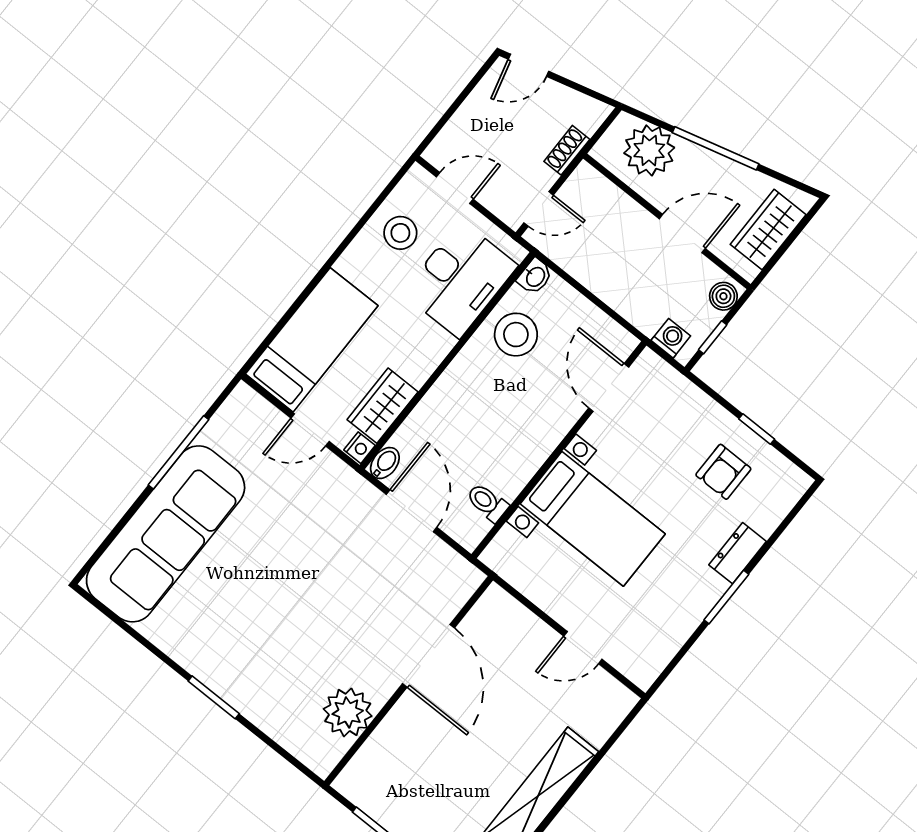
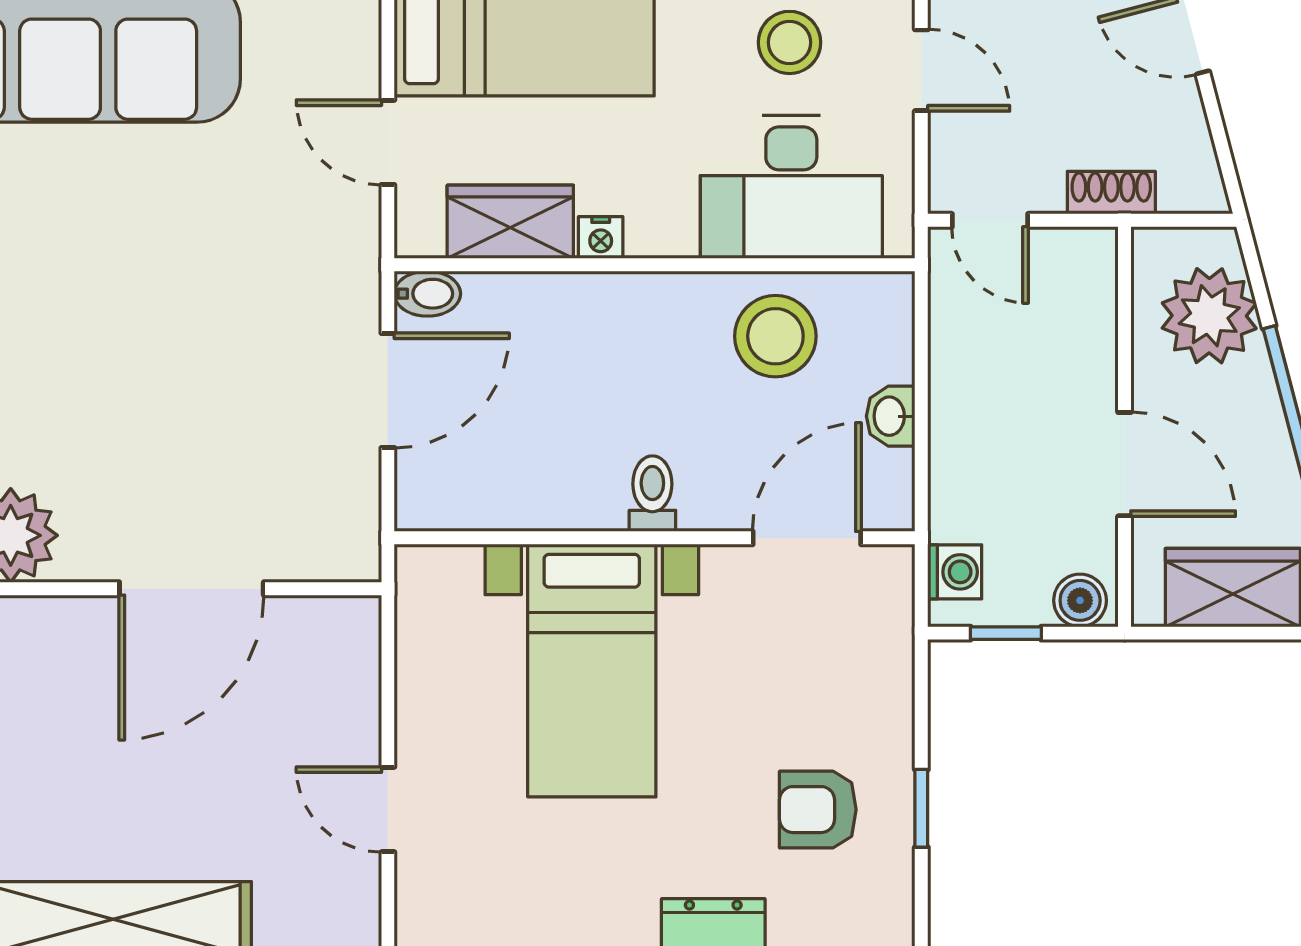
washbasin: (535, 276) -> (891, 416), moved, turned 90
nightstand: (359, 448) -> (601, 237), moved
toilet: (487, 503) -> (652, 494), moved

